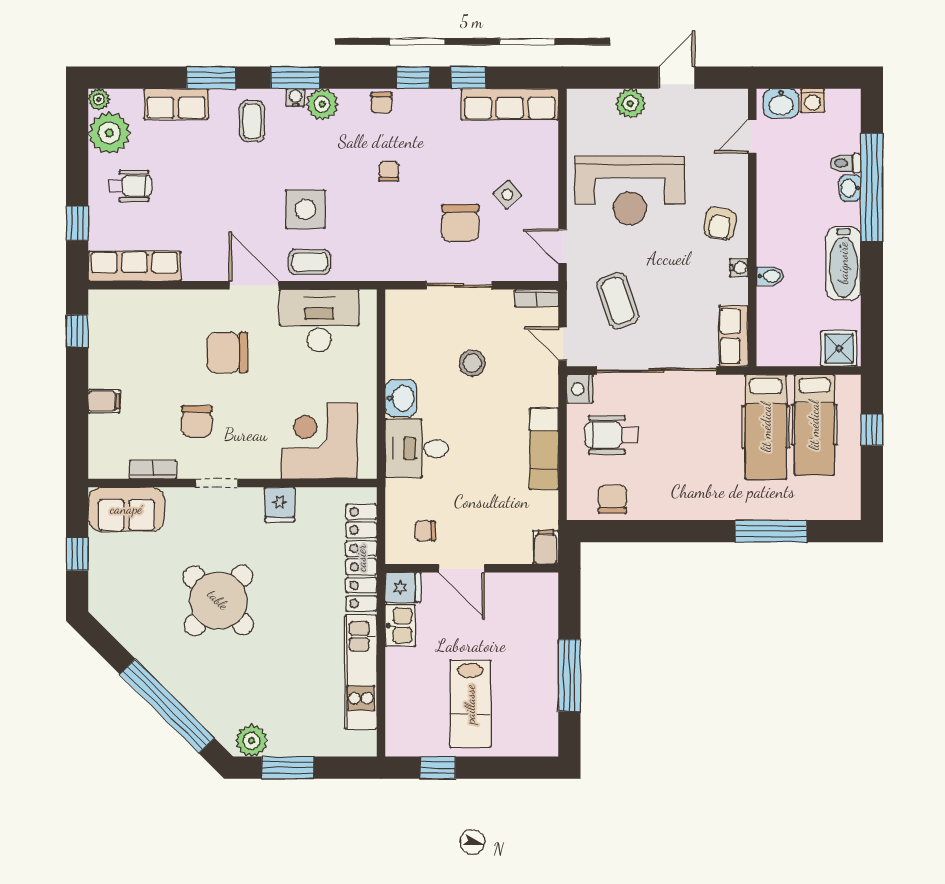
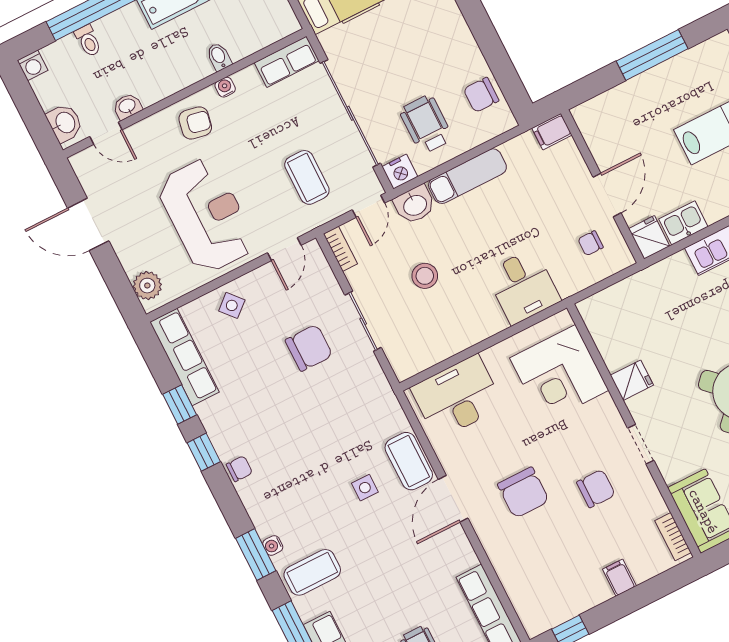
door: (677, 78) -> (88, 224), width x1.38
washing machine: (813, 101) -> (33, 65), moved, turned 90
plant: (630, 103) -> (147, 286), moved
plant: (322, 104) -> (267, 519), removed
coffee table: (252, 121) -> (312, 572), width x1.36, depth x1.30
chair: (389, 171) -> (296, 432), removed
washbasin: (850, 188) -> (127, 106), moved, turned 180
side table: (507, 194) -> (232, 305), moved
side table: (306, 209) -> (365, 488), width x0.54, depth x0.54
coffee table: (309, 262) -> (409, 461), width x1.36, depth x1.30
coffee table: (618, 301) -> (307, 177), turned -71
desk: (319, 320) -> (457, 397), moved, turned 90
washbasin: (401, 398) -> (415, 205), moved, turned 180
wheelchair: (611, 435) -> (426, 124), turned 180
bookcase: (153, 470) -> (673, 537), moved
chair: (425, 531) -> (591, 243), turned 90
locker: (361, 558) -> (642, 286), removed

